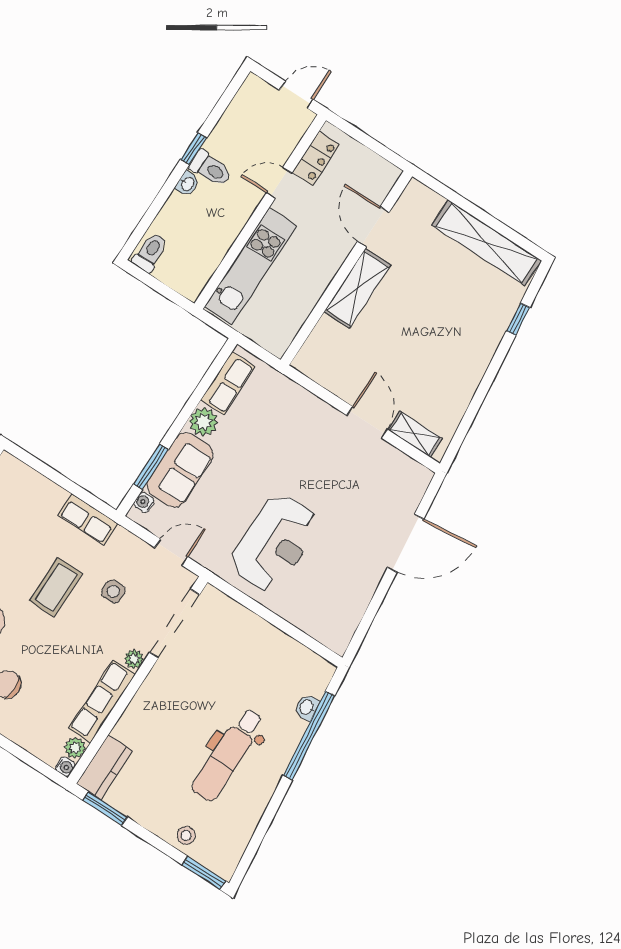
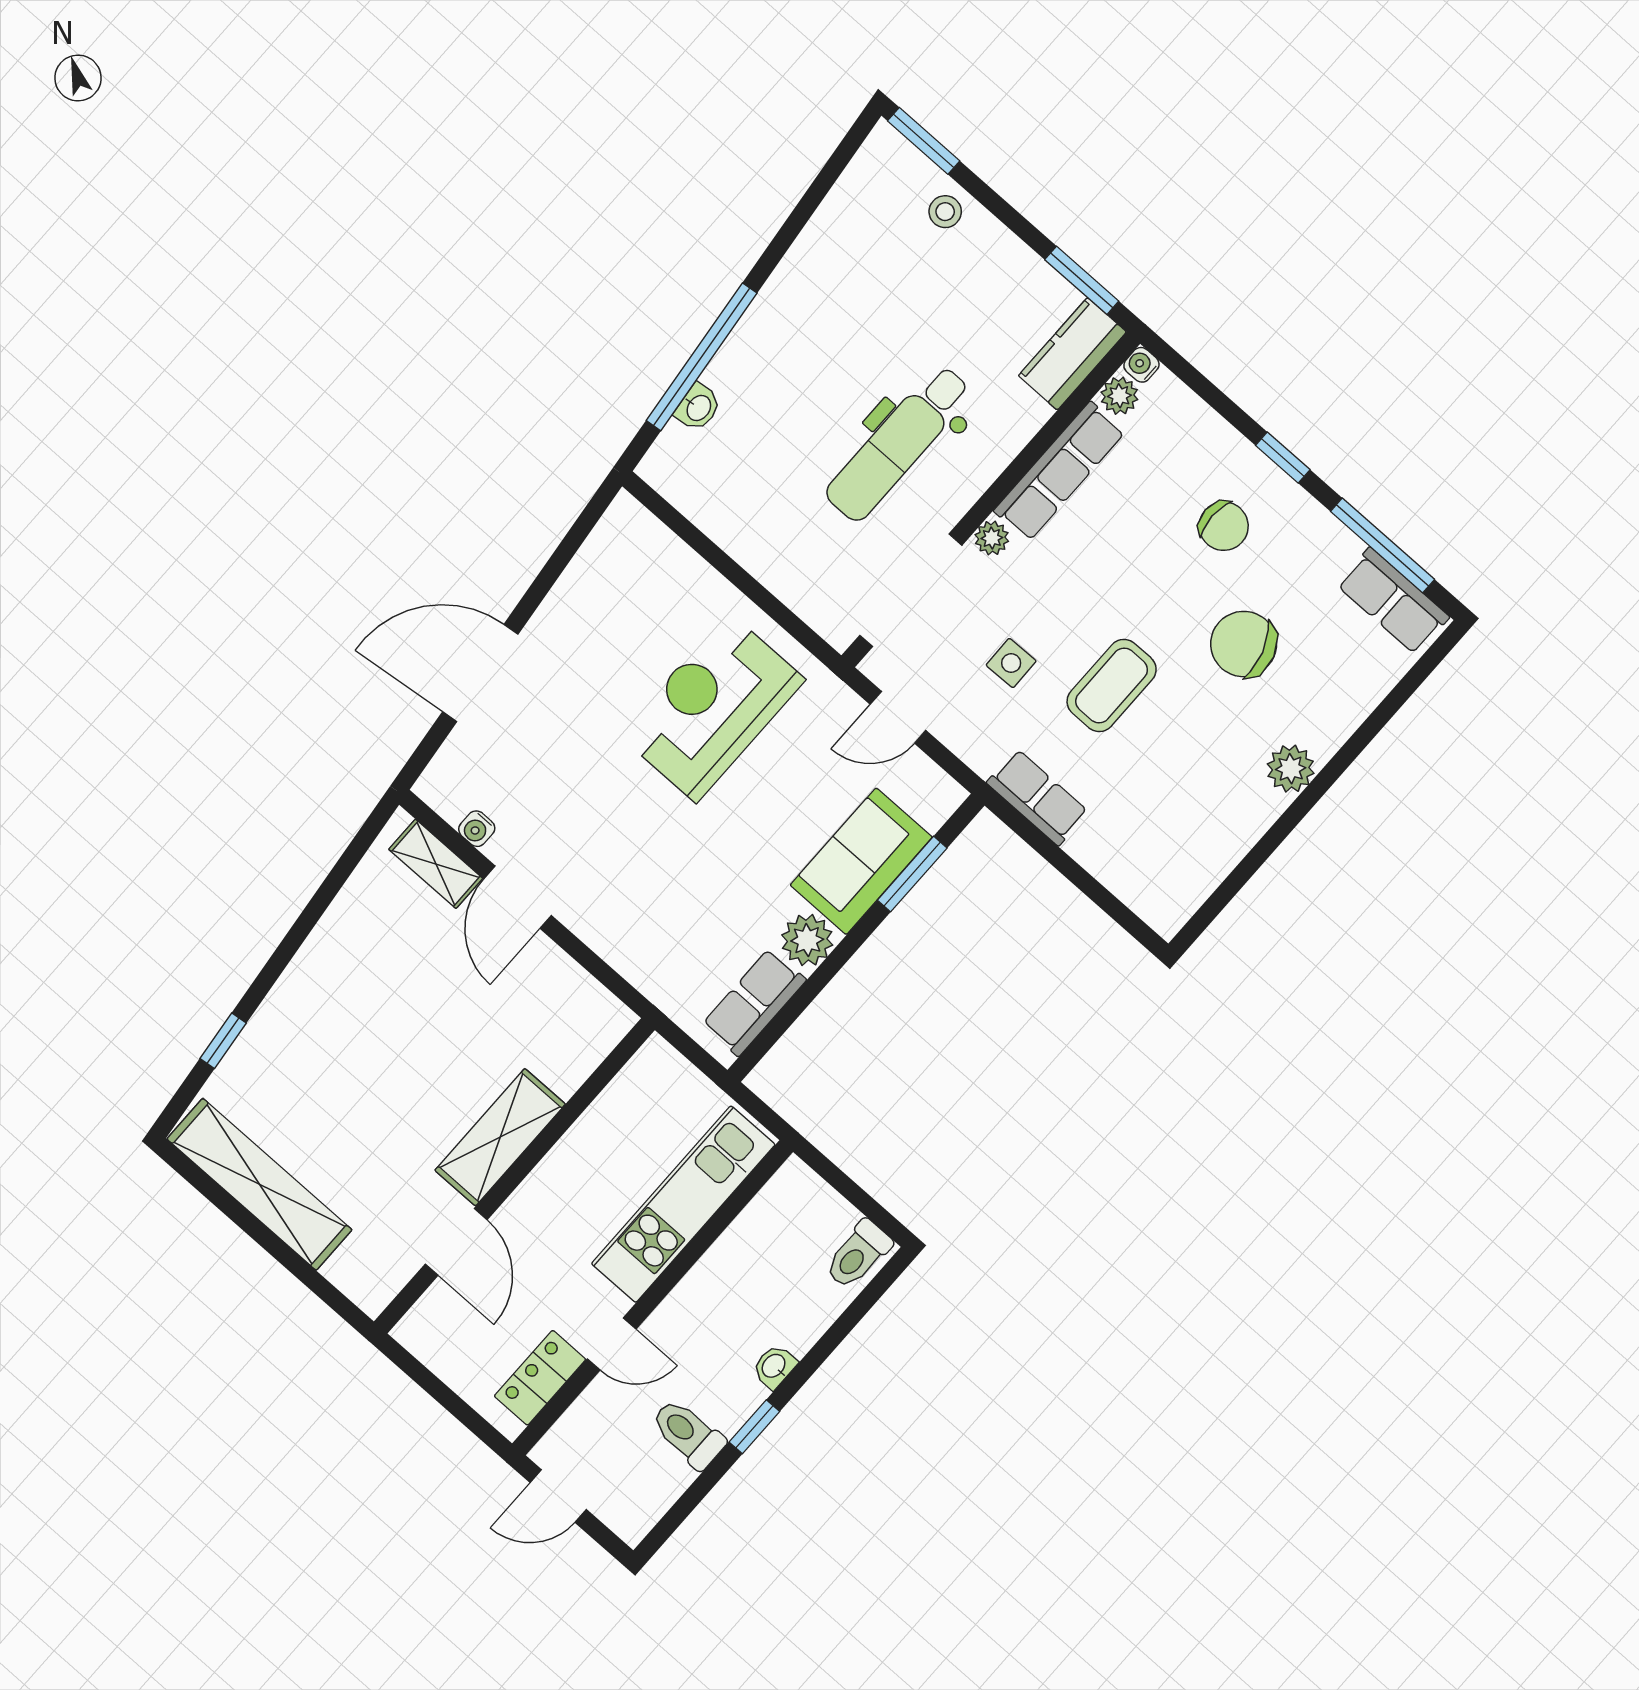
toilet: (211, 169) -> (688, 1434), moved
water cooler: (144, 502) -> (477, 829), moved, turned 90
dental chair: (228, 755) -> (898, 443), moved, turned 180

